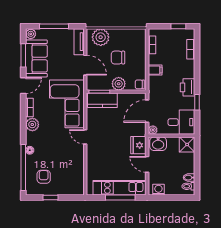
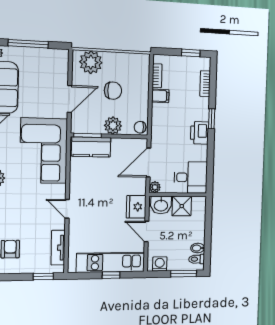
tv unit: (79, 42) -> (58, 248), moved
chair: (118, 58) -> (113, 91), turned 180
door: (85, 65) -> (70, 99), hinge flipped
filing cabinet: (155, 70) -> (160, 96), moved
window: (197, 102) -> (212, 119), moved
door: (85, 137) -> (67, 209), moved
shower: (187, 145) -> (182, 206), moved
window: (51, 198) -> (43, 276), moved
window: (120, 198) -> (111, 275), width x0.46
window: (178, 198) -> (184, 274), added

